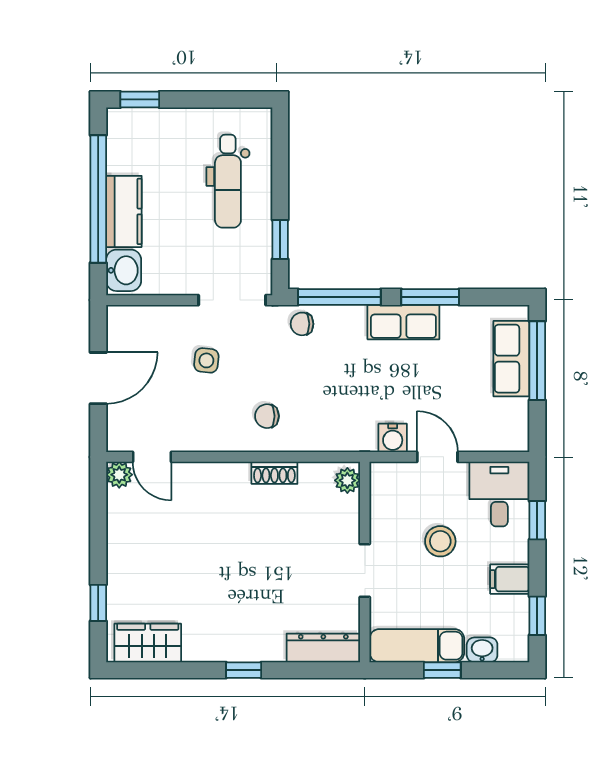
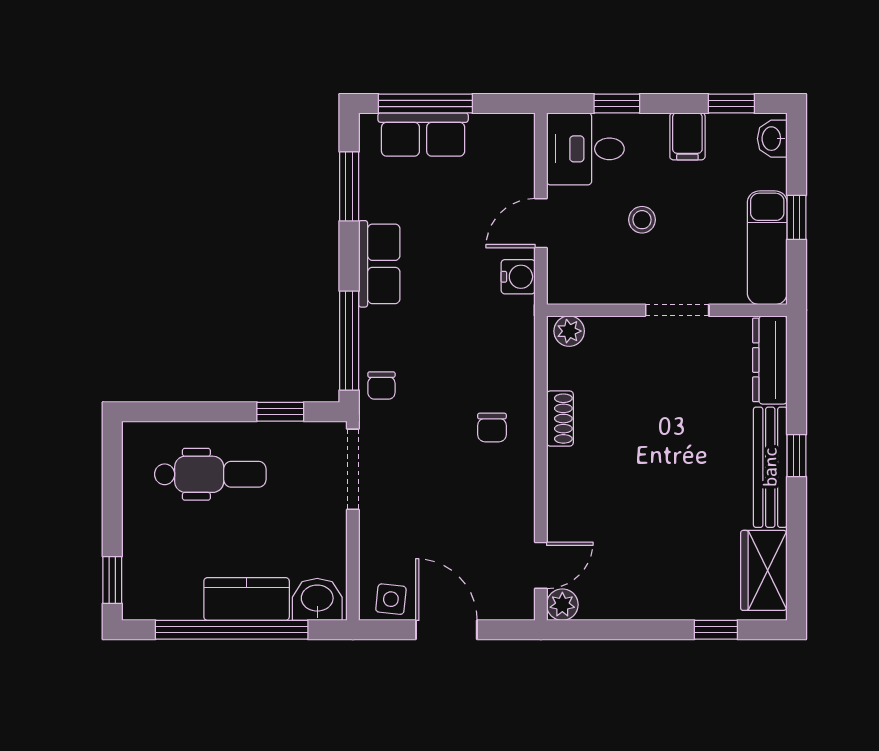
window: (430, 297) -> (349, 186), moved
side table: (206, 360) -> (391, 599), moved
stool: (440, 541) -> (642, 220), width x0.73, depth x0.73
bench: (234, 648) -> (770, 467), added
washbasin: (482, 650) -> (772, 139), moved

